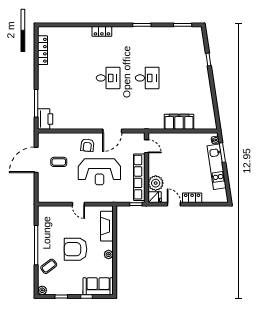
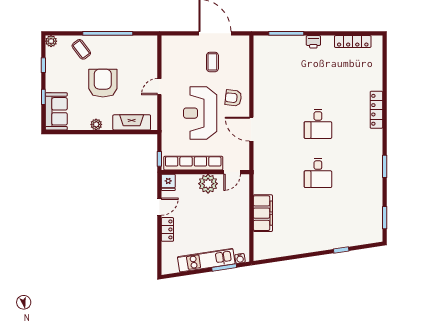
locker: (102, 31) -> (376, 110), width x1.53
printer: (45, 119) -> (313, 42), moved, width x0.53, depth x0.68
plant: (156, 183) -> (208, 184), moved

